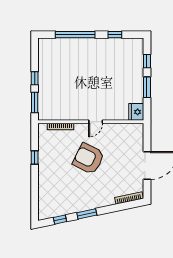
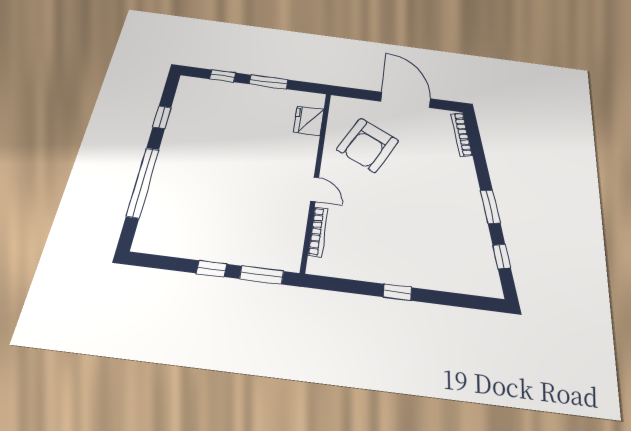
fridge: (136, 112) -> (309, 120), moved, turned 90
door: (96, 122) -> (315, 189), moved
window: (35, 158) -> (397, 292), moved
armchair: (88, 159) -> (368, 145), moved

